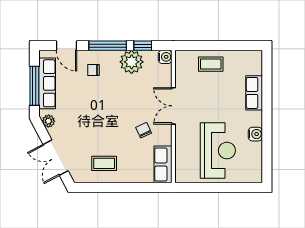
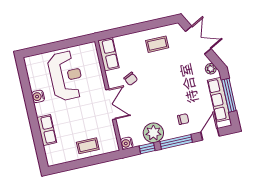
door: (66, 46) -> (210, 134), hinge flipped
reception desk: (218, 151) -> (66, 76), turned 180

